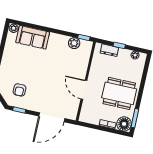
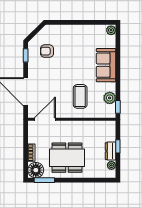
sofa: (33, 37) -> (106, 65), moved
dresser: (109, 50) -> (110, 151), moved
coffee table: (67, 69) -> (80, 96), added
door: (84, 90) -> (45, 119), moved
dining table: (119, 93) -> (67, 158), turned 90

